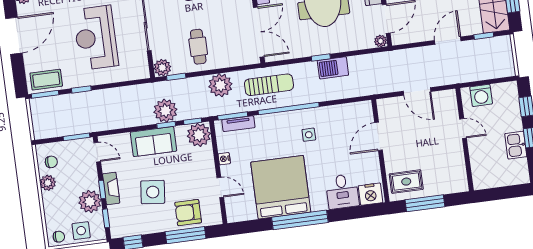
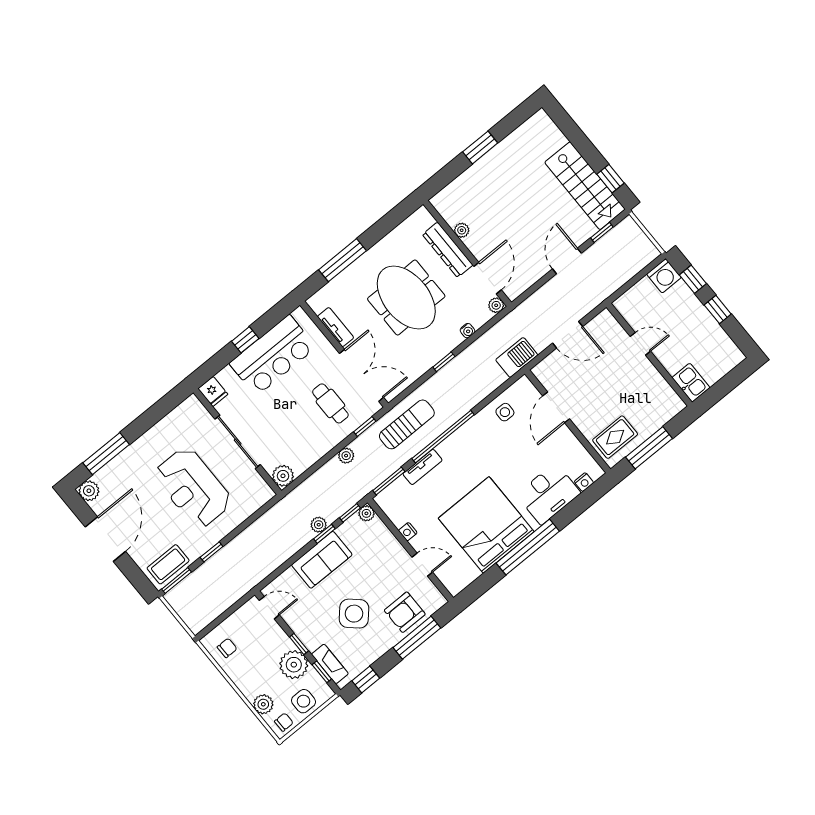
water cooler: (350, 46) -> (467, 331), added
cafe table: (198, 47) -> (330, 403), moved
barbecue: (333, 68) -> (517, 357), moved, turned 180
window: (176, 77) -> (365, 426), moved
plant: (220, 85) -> (346, 456), width x0.53, depth x0.53
washing machine: (481, 95) -> (664, 276), moved
plant: (165, 111) -> (319, 525), width x0.53, depth x0.53
tv unit: (238, 124) -> (423, 467), moved
plant: (199, 135) -> (366, 513), width x0.53, depth x0.53
side table: (309, 135) -> (505, 412), moved
window: (76, 137) -> (237, 605), removed
kitchen sink: (516, 145) -> (691, 383), moved, turned 180
plant: (48, 183) -> (263, 704), moved
fireplace: (111, 188) -> (330, 664), moved
desk: (342, 191) -> (548, 494), width x1.37
side table: (153, 192) -> (354, 614), turned 36
nightstand: (371, 194) -> (584, 482), width x0.53, depth x0.56

